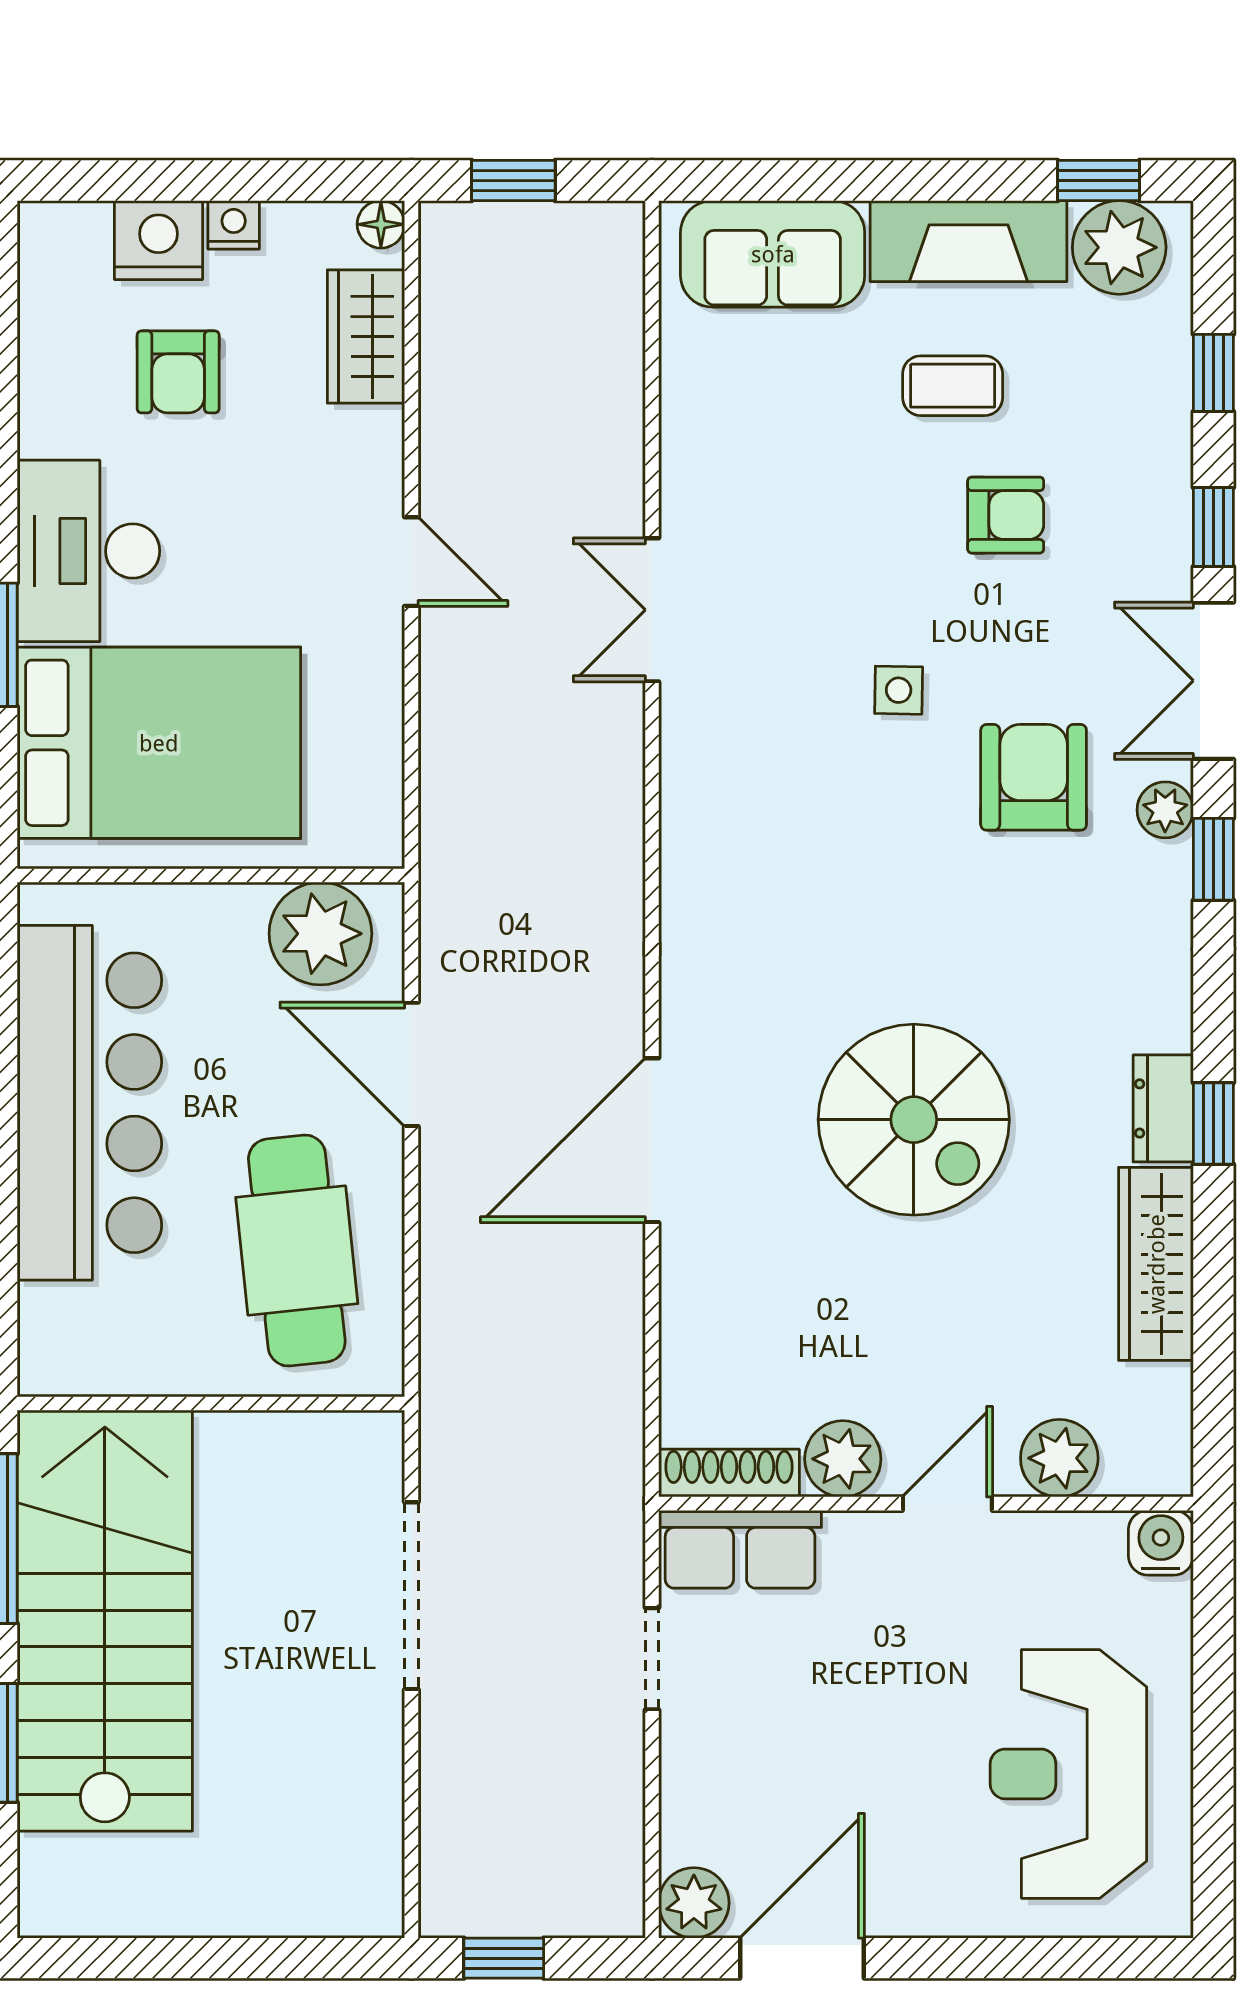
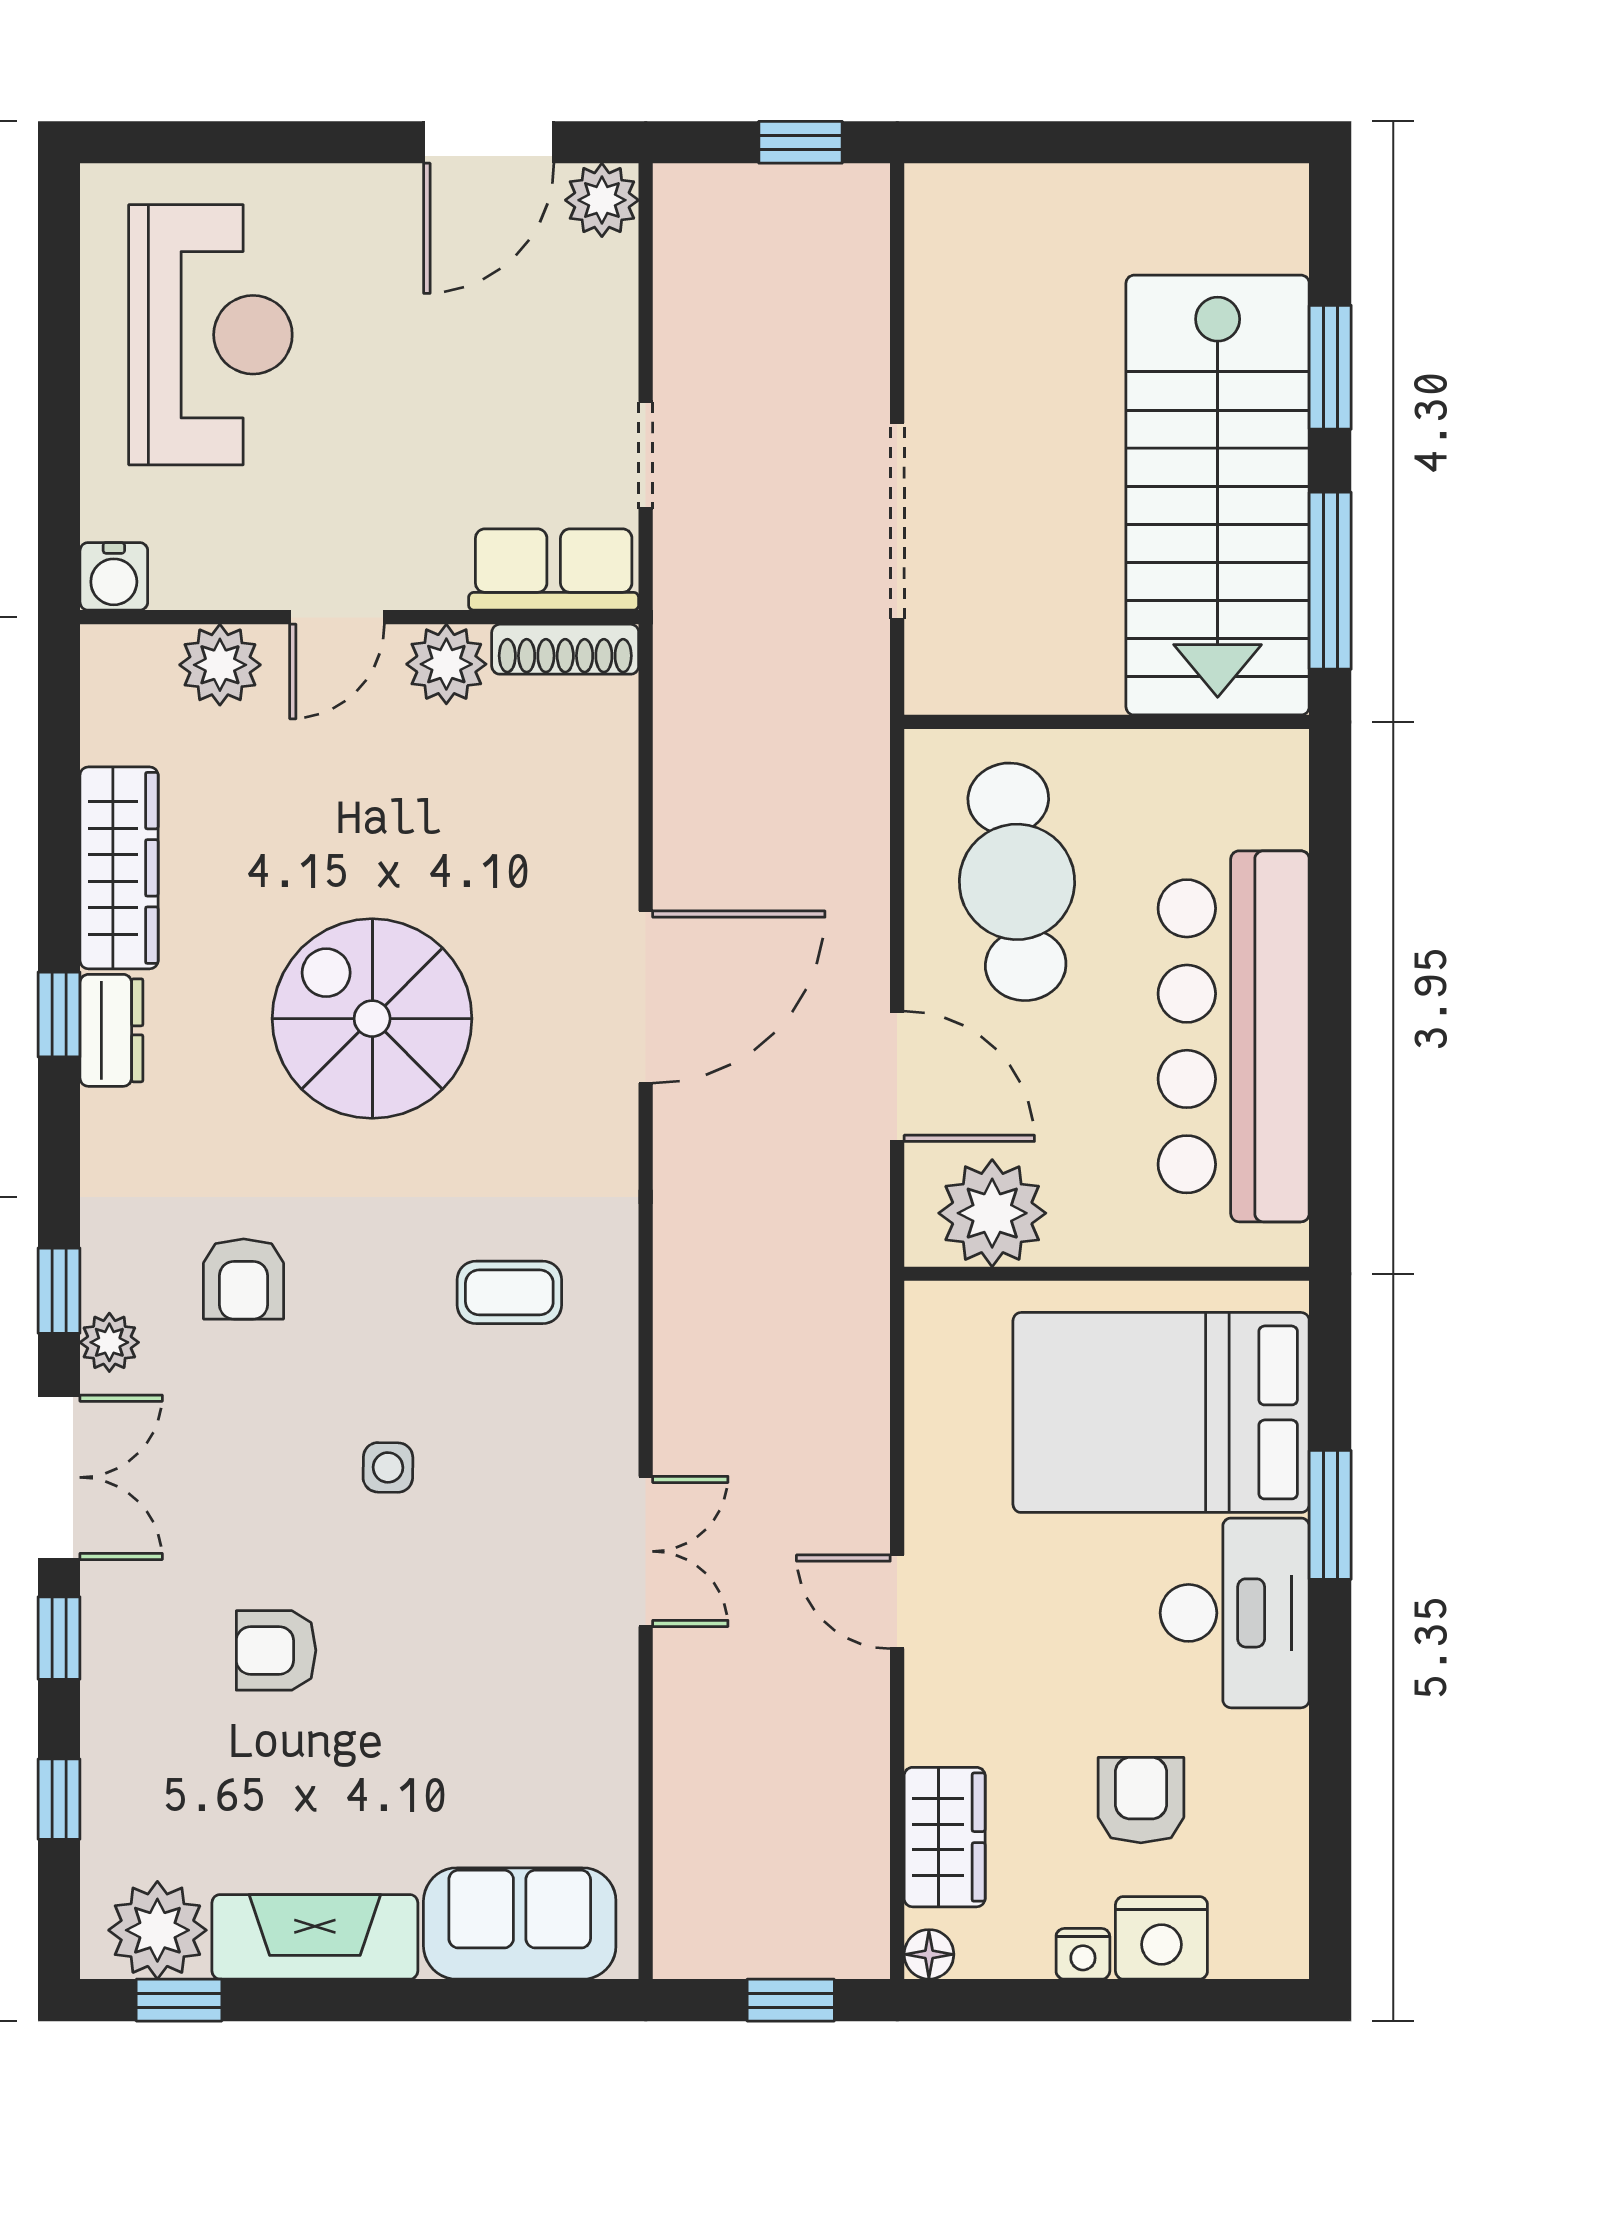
coffee table: (953, 386) -> (509, 1292), moved
armchair: (1034, 777) -> (244, 1279), moved, width x0.72, depth x0.72

